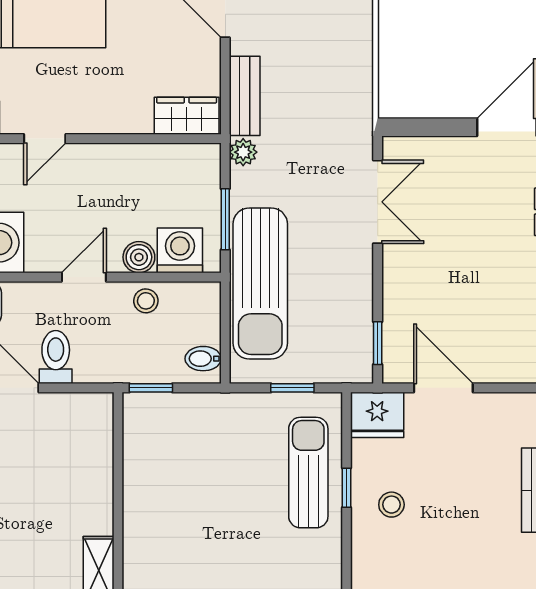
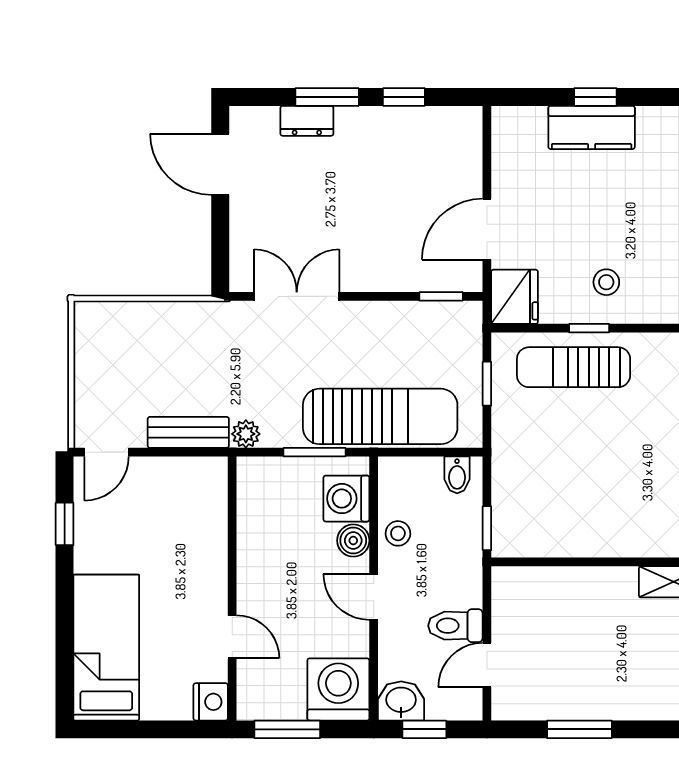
wardrobe: (187, 116) -> (209, 492), removed

